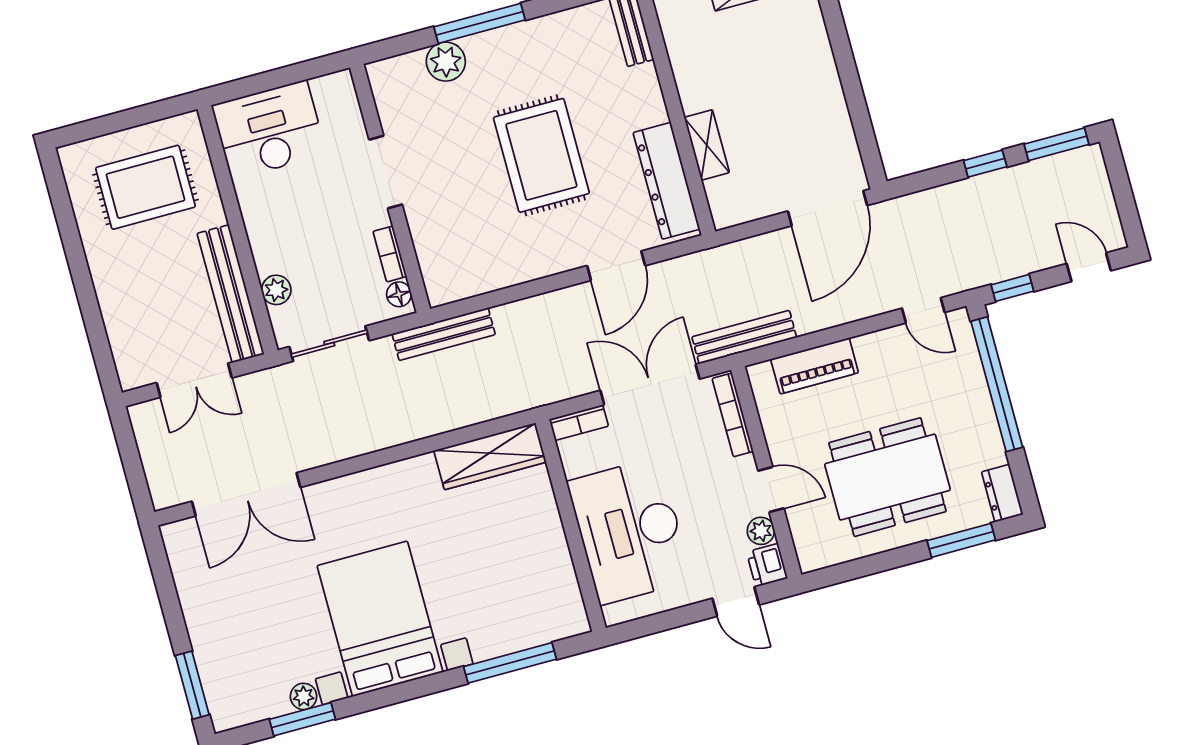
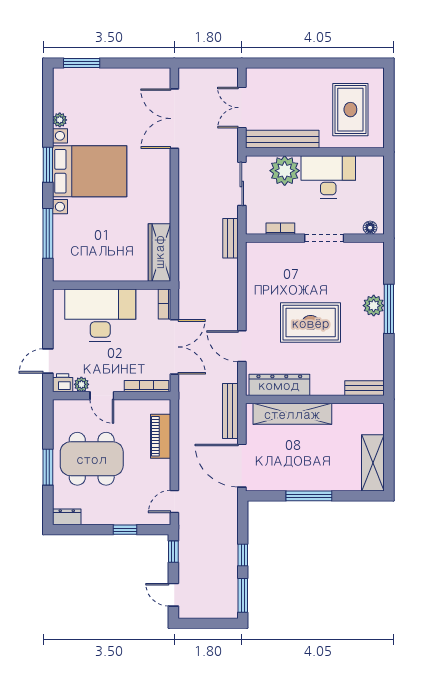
plant: (446, 62) -> (374, 306), moved
window: (849, 75) -> (309, 496), added
desk: (269, 130) -> (328, 177), moved, turned -90
shelving: (707, 145) -> (292, 414), width x2.20, depth x1.33
door: (1089, 267) -> (173, 595), swing flipped
plant: (276, 290) -> (285, 171), width x1.88, depth x1.88
floor lamp: (399, 294) -> (370, 228), moved
bench: (444, 334) -> (230, 238), width x0.73
bench: (744, 337) -> (230, 411), moved
window: (997, 384) -> (125, 530), width x0.32
dining table: (887, 477) -> (92, 459), turned 90
door: (771, 489) -> (102, 396), hinge flipped
window: (961, 540) -> (48, 467), moved
window: (302, 719) -> (48, 165), moved

